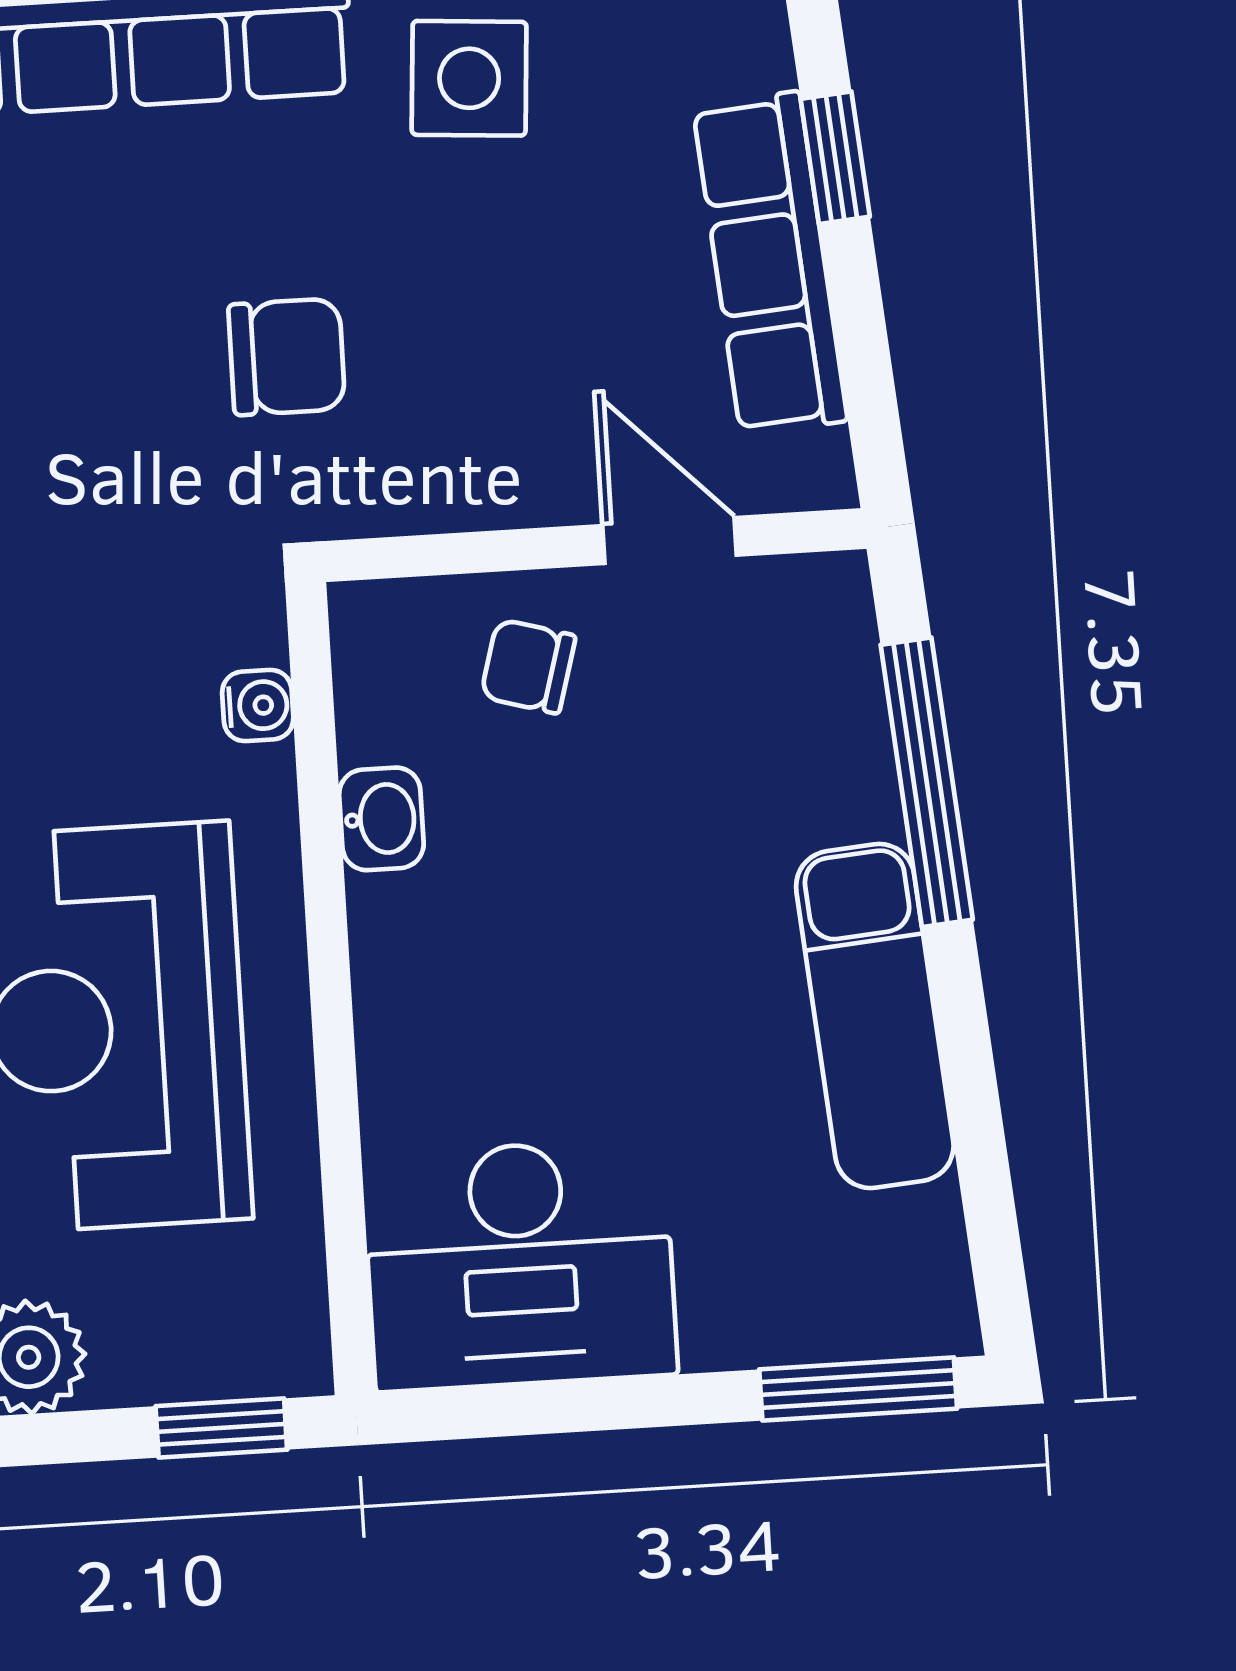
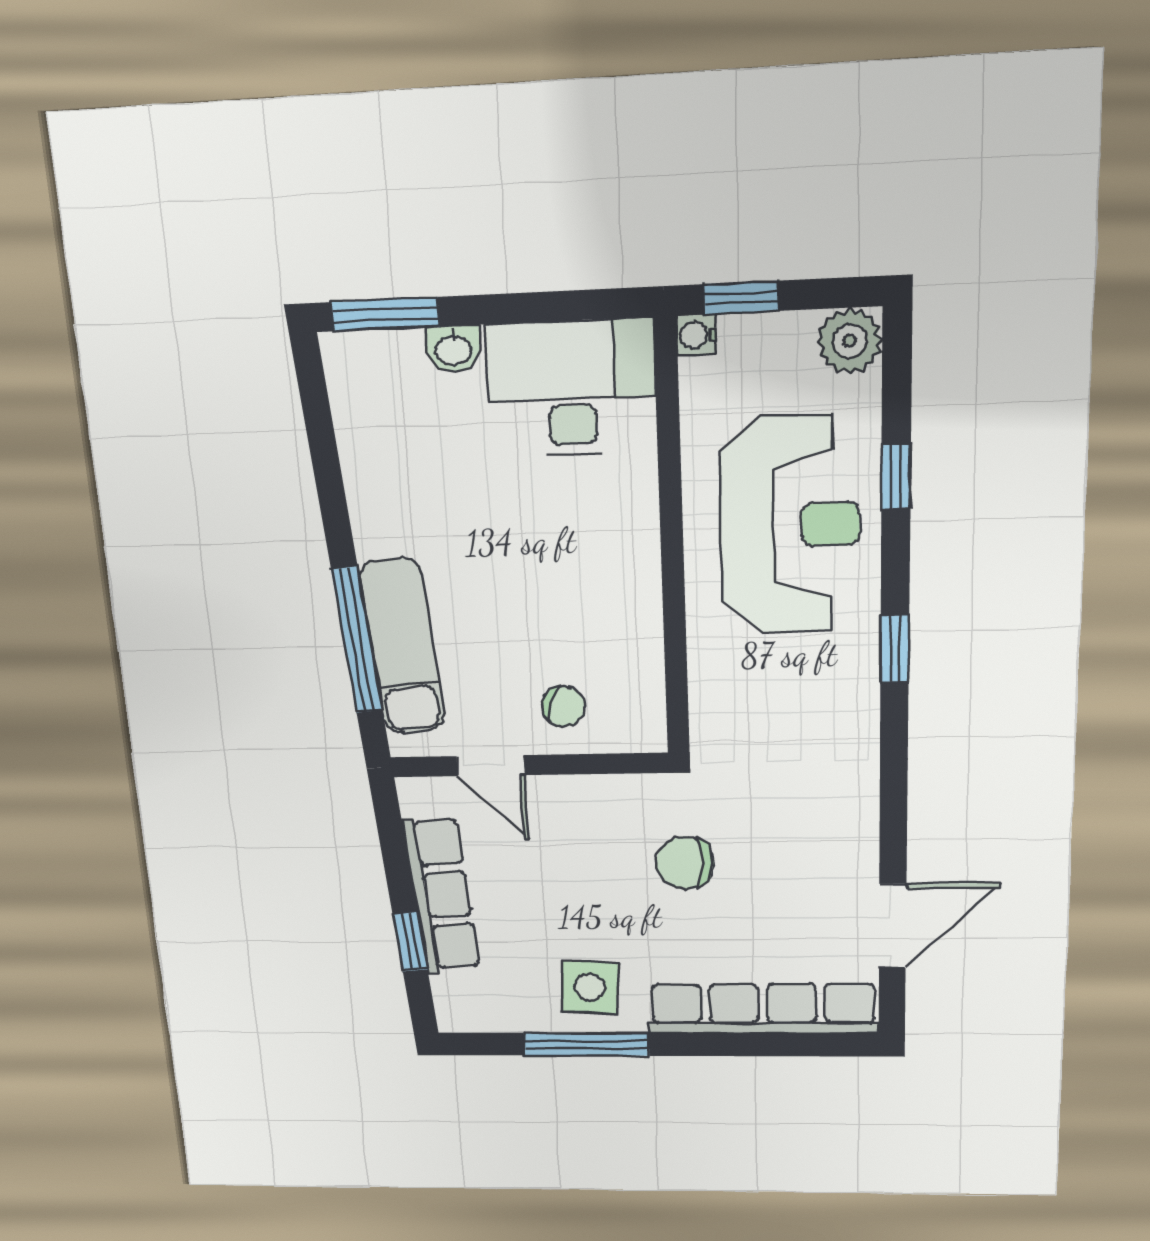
water cooler: (258, 705) -> (696, 335), moved
washbasin: (381, 819) -> (453, 349), moved, turned -90
exam couch: (875, 1016) -> (402, 646), moved

